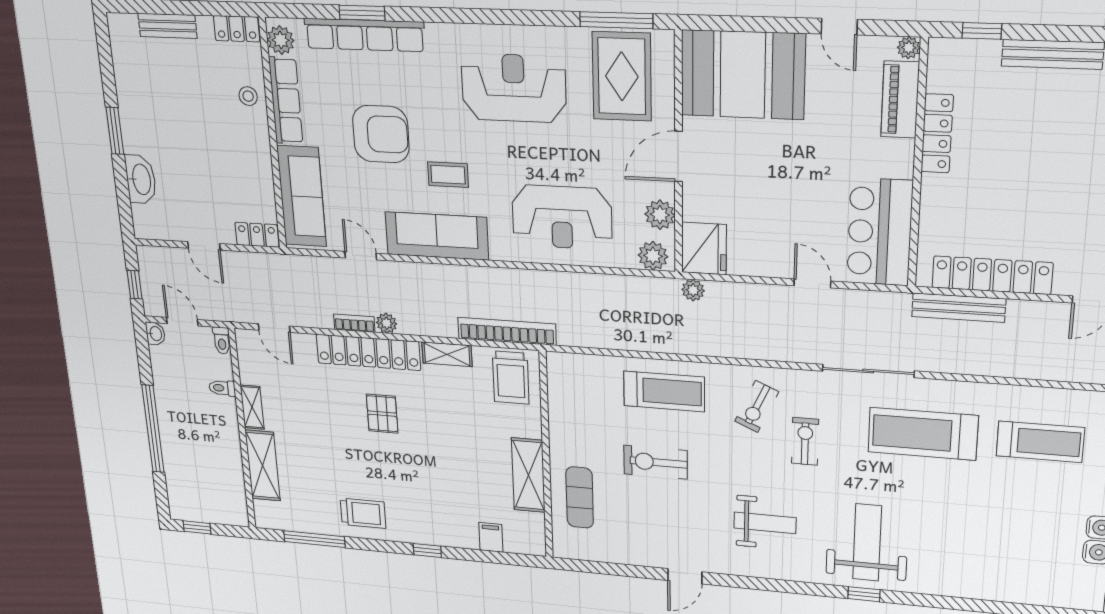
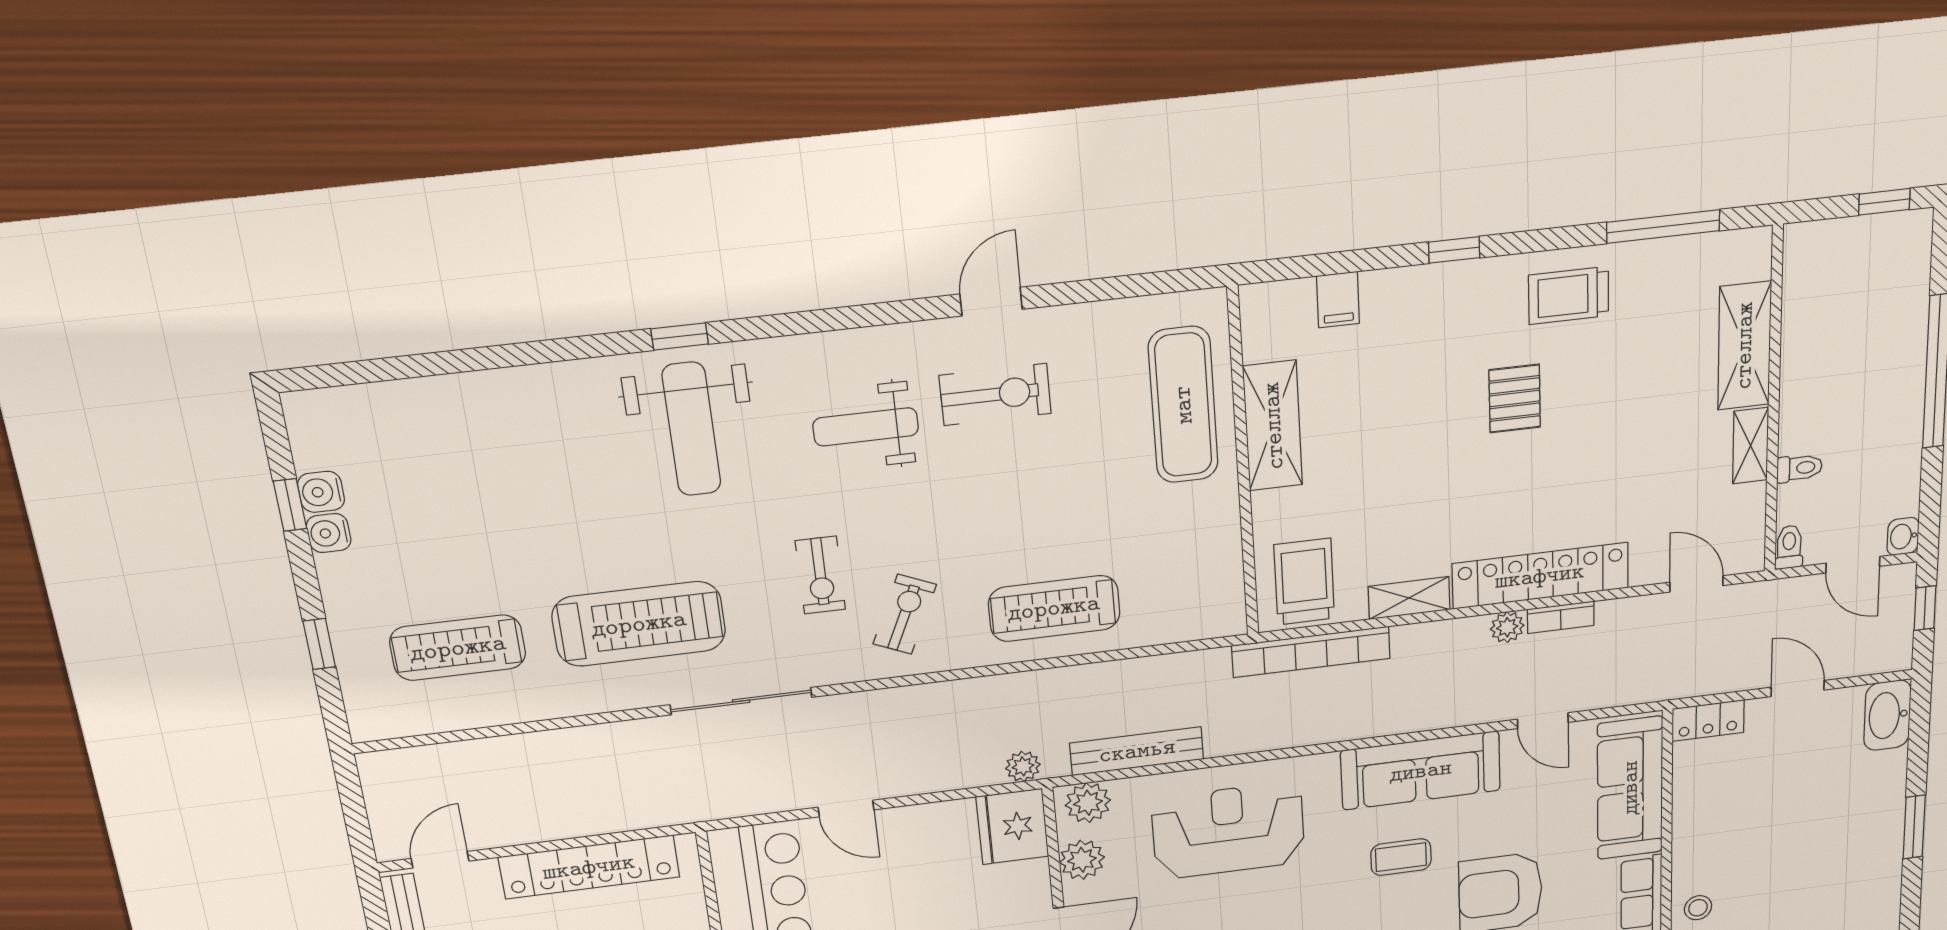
washbasin: (141, 179) -> (1887, 715), moved
bench: (959, 308) -> (1137, 751), moved
pallet: (382, 414) -> (1515, 399), moved
exercise bike: (656, 462) -> (995, 394), moved
exercise mat: (580, 498) -> (1183, 405), width x1.36, depth x1.45

